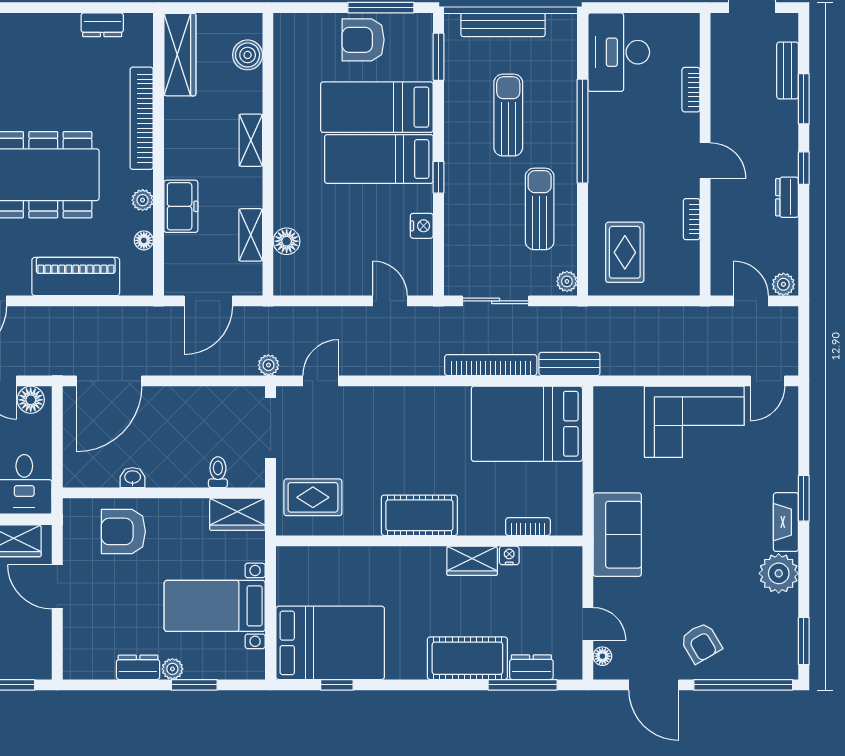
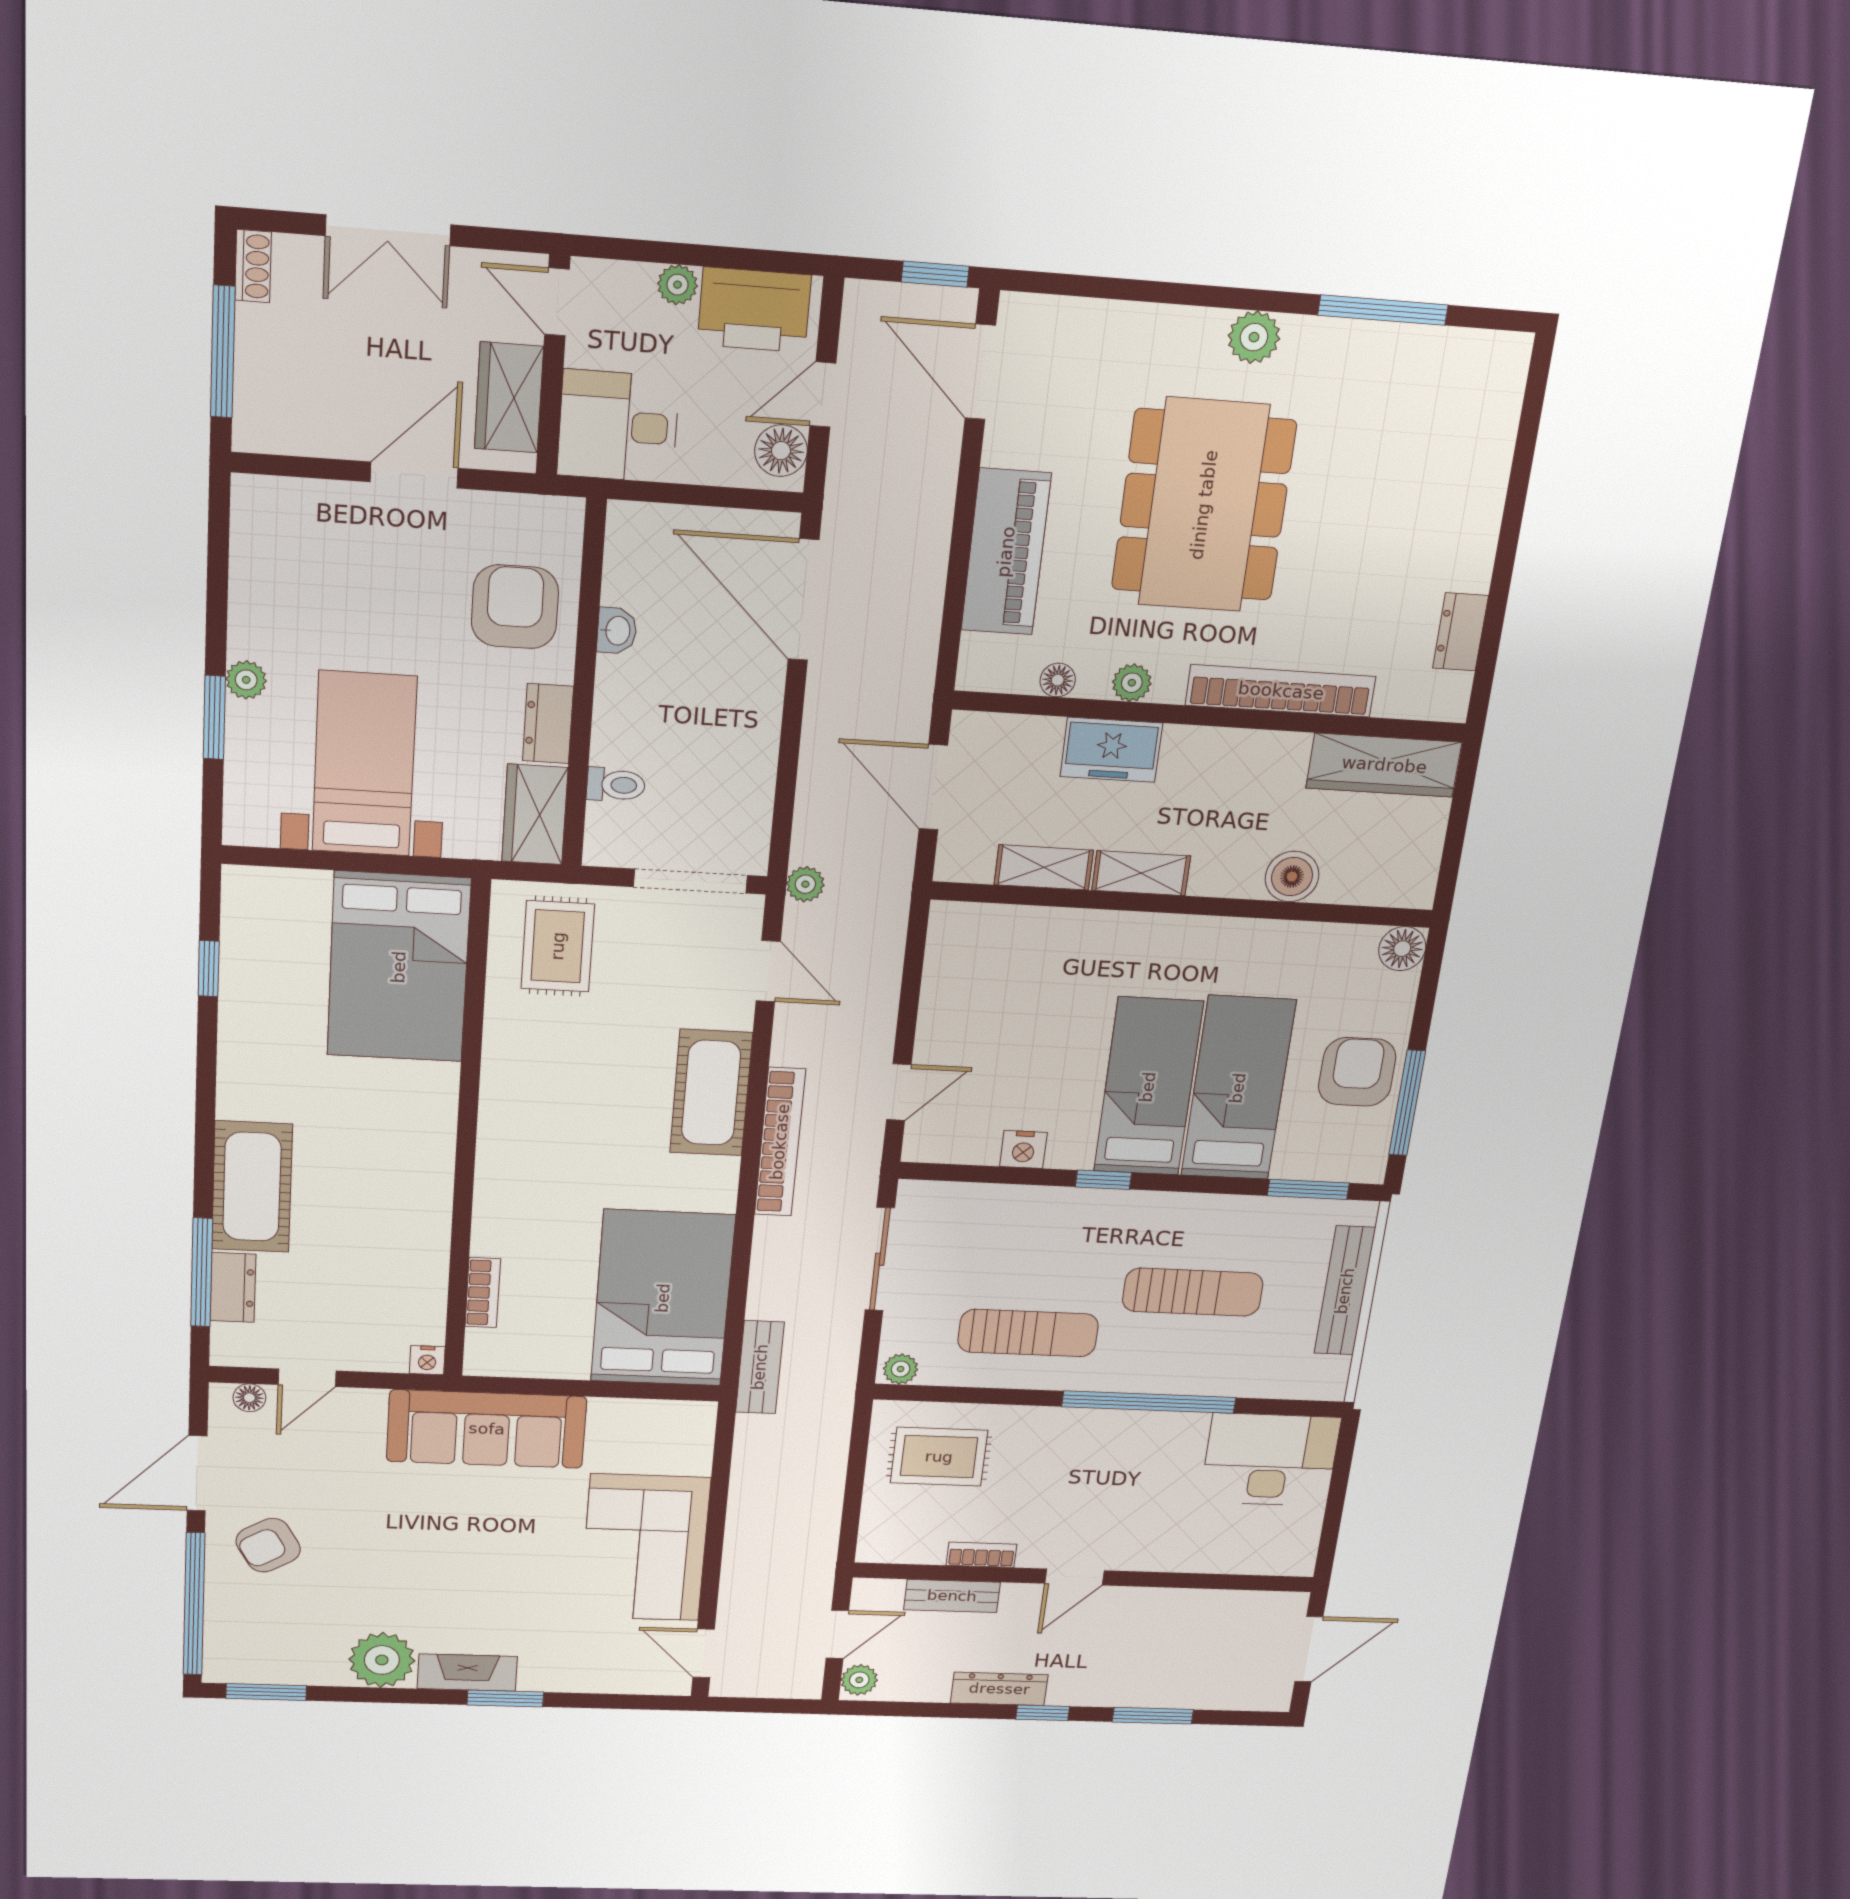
boiler: (248, 55) -> (1292, 877), moved
bench: (788, 71) -> (952, 1596), moved
bookcase: (691, 90) -> (1192, 1561), removed
shelving: (251, 140) -> (1141, 873), moved
dresser: (787, 197) -> (999, 1689), width x1.44
floor lamp: (287, 241) -> (1402, 949), moved
bookcase: (491, 365) -> (780, 1142), moved
cot: (419, 515) -> (711, 1093), moved
sofa: (617, 535) -> (487, 1429), width x1.36
nightstand: (509, 555) -> (427, 1360), moved, turned 90
wardrobe: (472, 561) -> (427, 1202), removed
bed: (330, 643) -> (399, 967), moved
dresser: (138, 667) -> (548, 724), moved, turned 180

